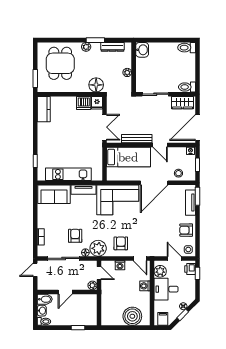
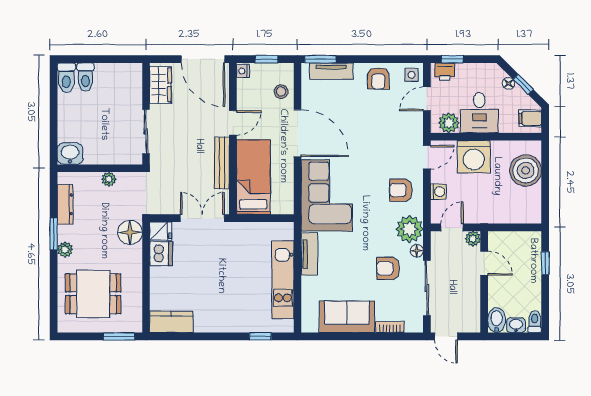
toilet: (187, 87) -> (85, 77), moved
sofa: (54, 194) -> (347, 317), moved, turned -90
washing machine: (145, 286) -> (474, 157), width x1.89, depth x1.89
door: (65, 292) -> (484, 263), moved

